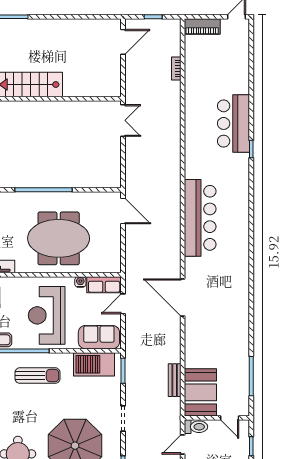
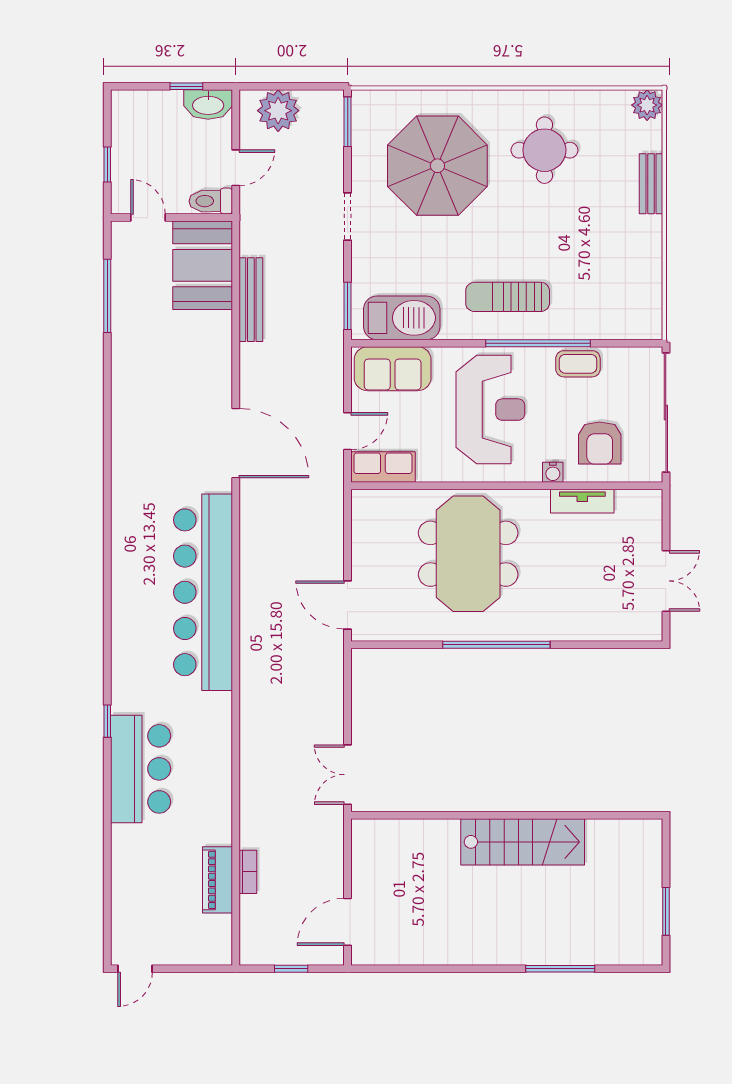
piano: (202, 26) -> (218, 880), moved, turned -90
bar counter: (200, 218) -> (203, 592), width x1.36
meeting table: (59, 238) -> (468, 554), turned 90
water cooler: (80, 282) -> (553, 472), moved
bench: (175, 380) -> (251, 300), width x1.36

